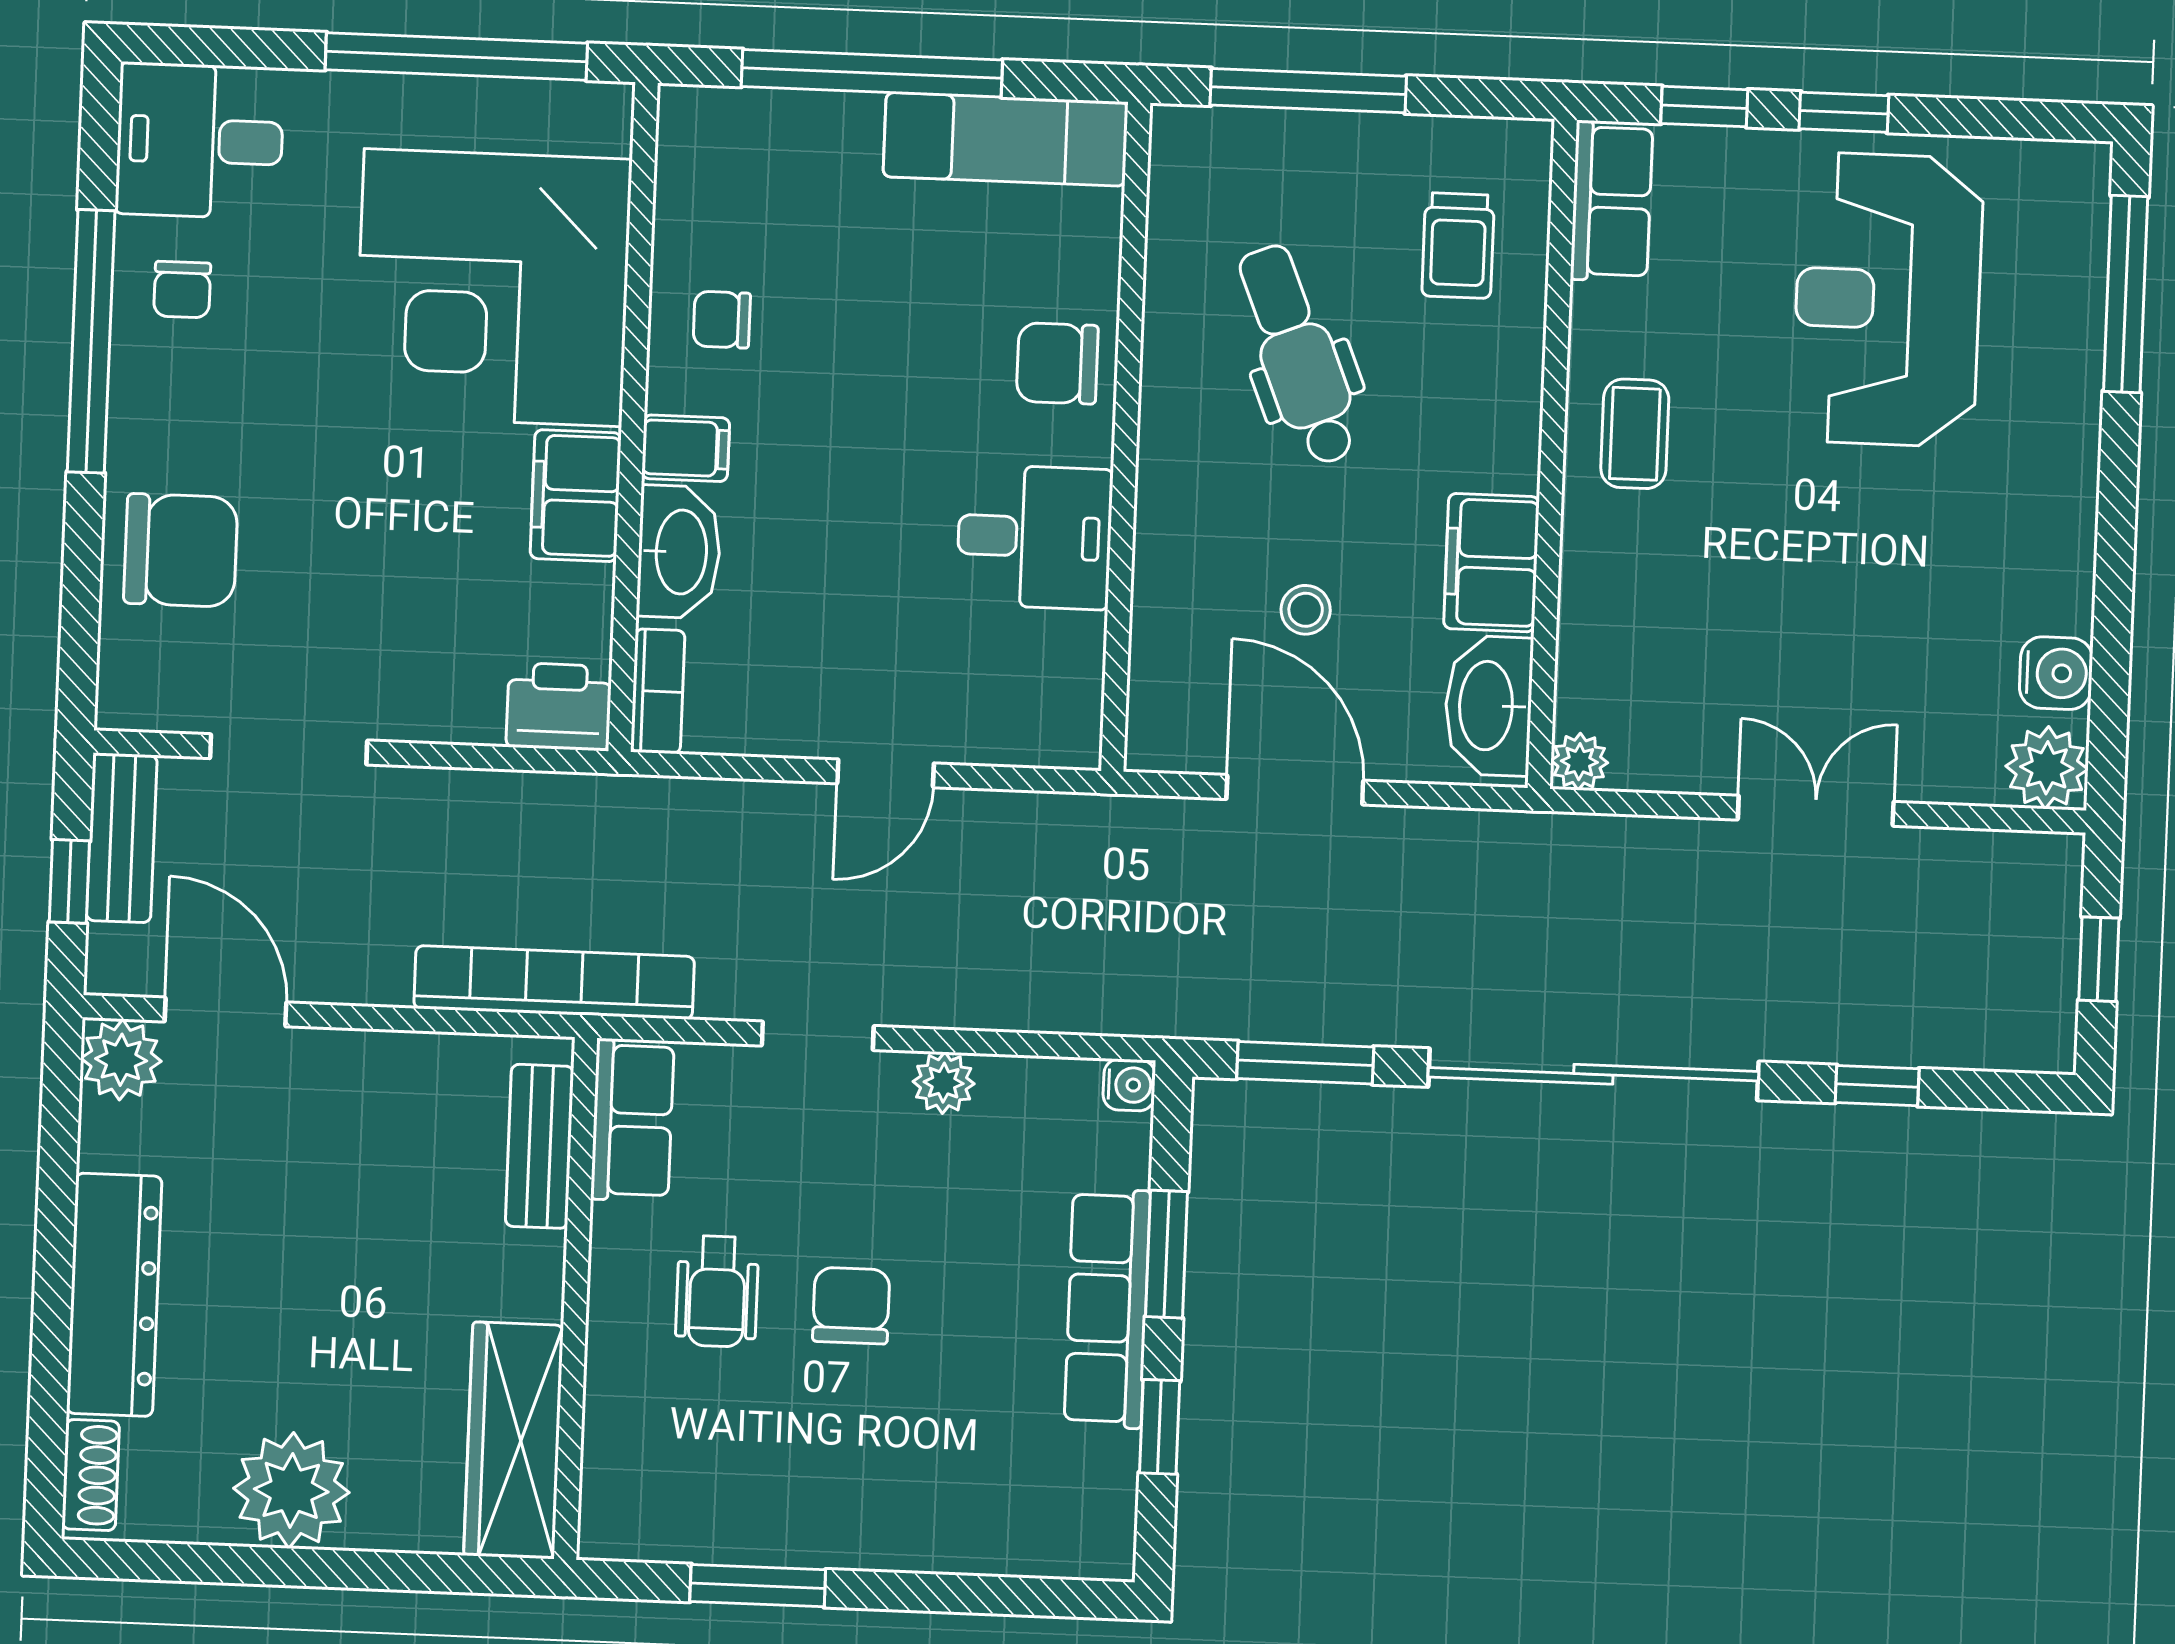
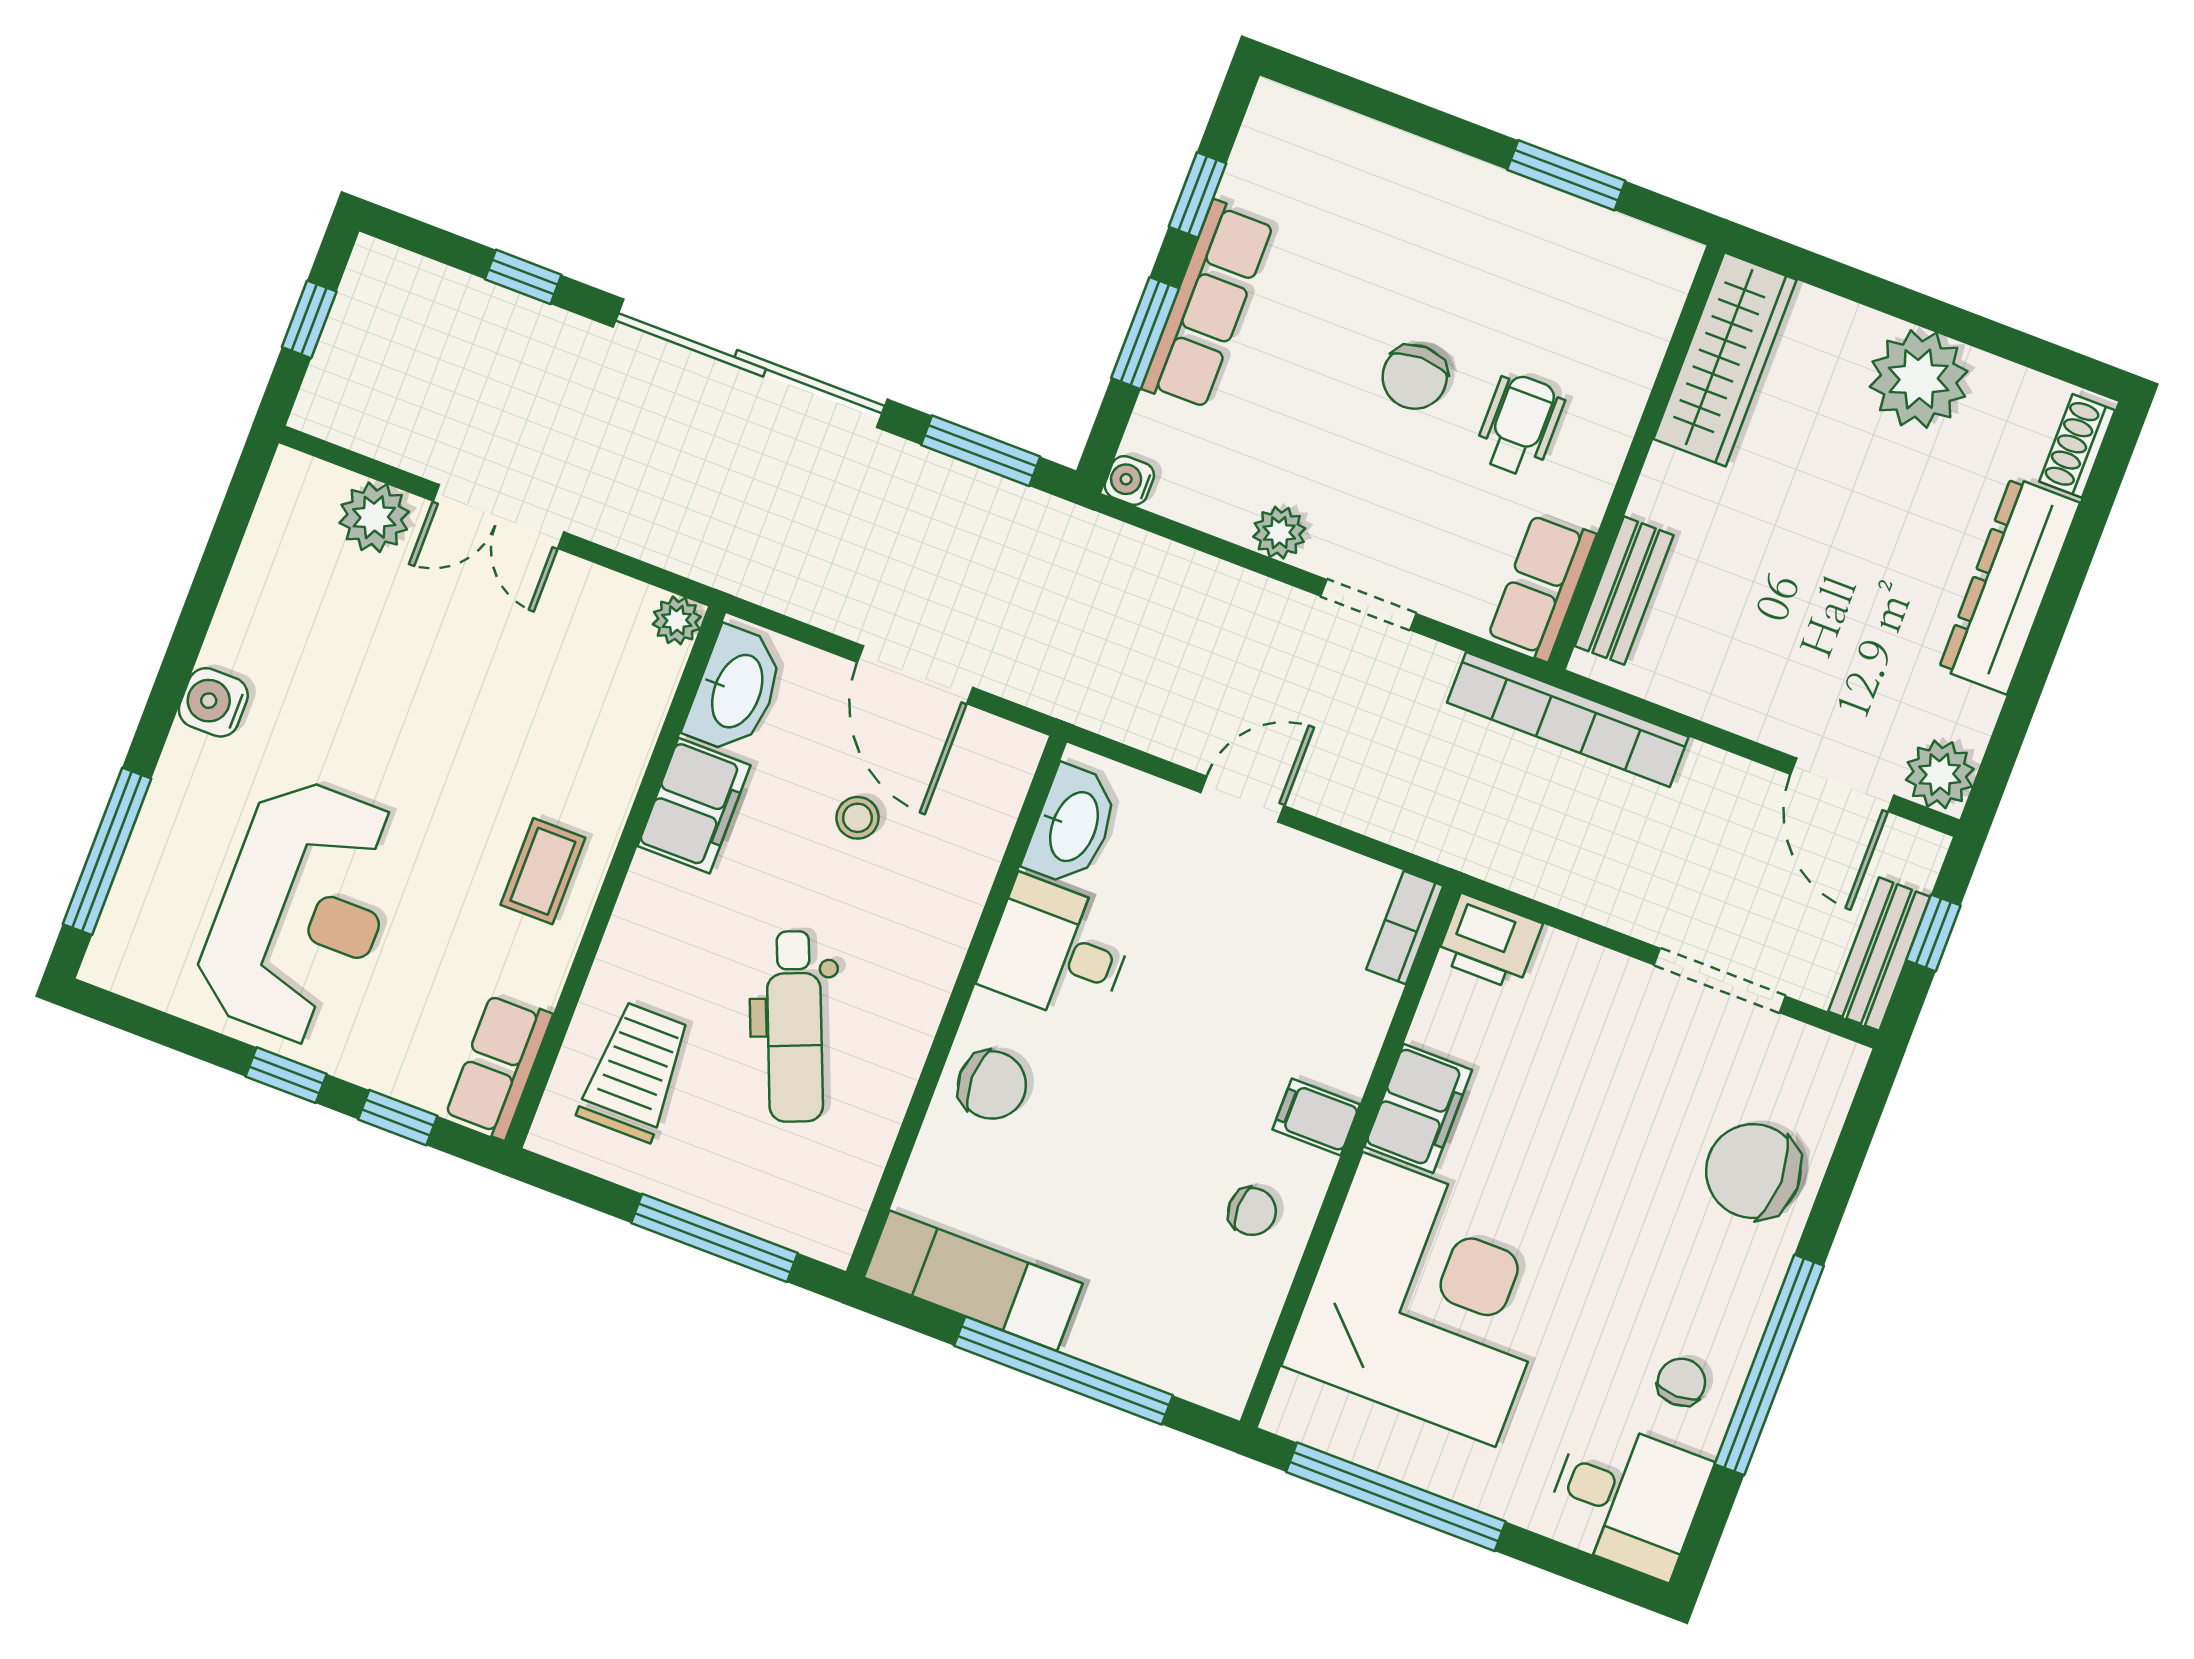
trolley: (1458, 246) -> (635, 1072), width x1.36, depth x1.39
washbasin: (679, 552) -> (1072, 826), moved, turned 180
water cooler: (2056, 673) -> (213, 702), moved
plant: (2047, 768) -> (374, 517), moved

